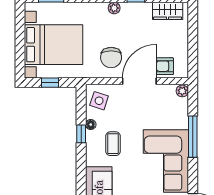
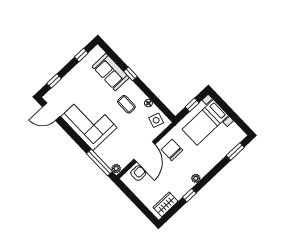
bed with nightstands: (54, 45) -> (205, 122), width x0.73
window: (81, 134) -> (131, 74), moved
window: (193, 137) -> (99, 162), moved

